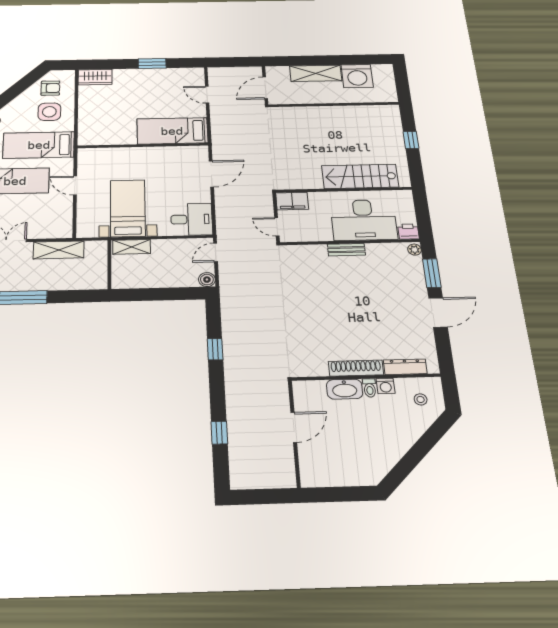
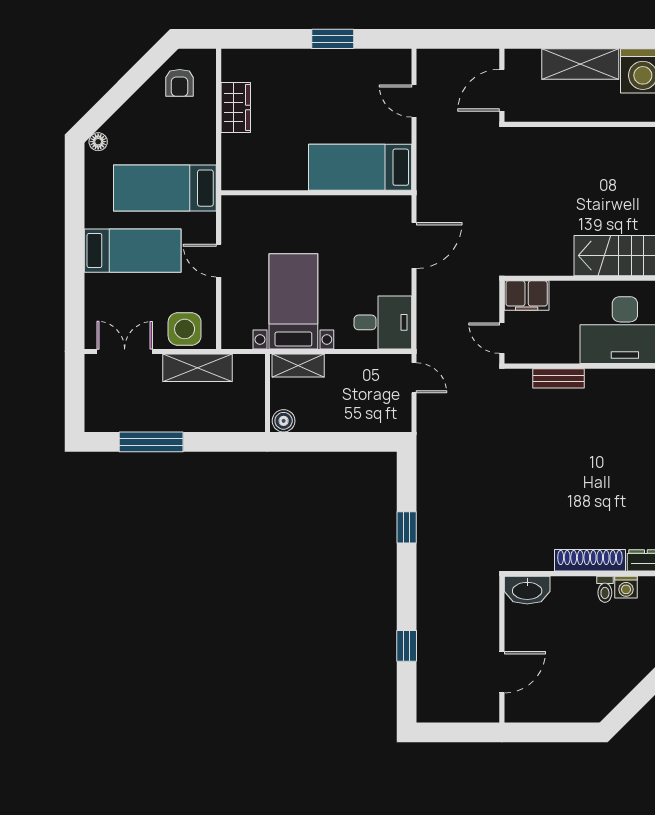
wardrobe: (95, 77) -> (236, 107), moved, turned -90
armchair: (50, 88) -> (180, 83), turned 90
side table: (49, 112) -> (185, 329), moved
bench: (346, 250) -> (559, 378), moved
door: (216, 252) -> (414, 378), swing flipped
boiler: (207, 280) -> (284, 421), moved
washbasin: (345, 389) -> (527, 590), moved
door: (294, 427) -> (502, 672), moved

